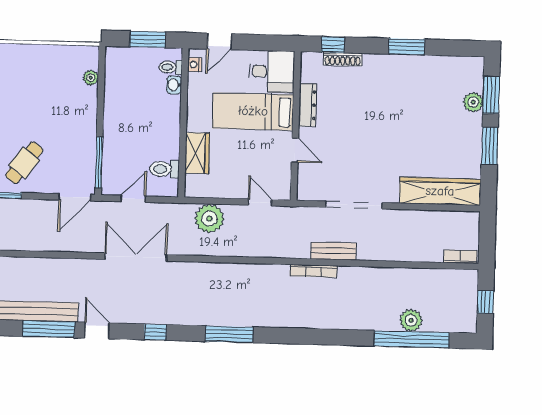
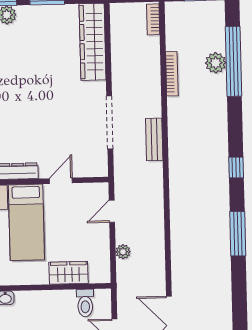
plant: (209, 219) -> (123, 252), width x0.53, depth x0.53
bookcase: (313, 271) -> (172, 74), moved
window: (155, 332) -> (236, 167), moved

